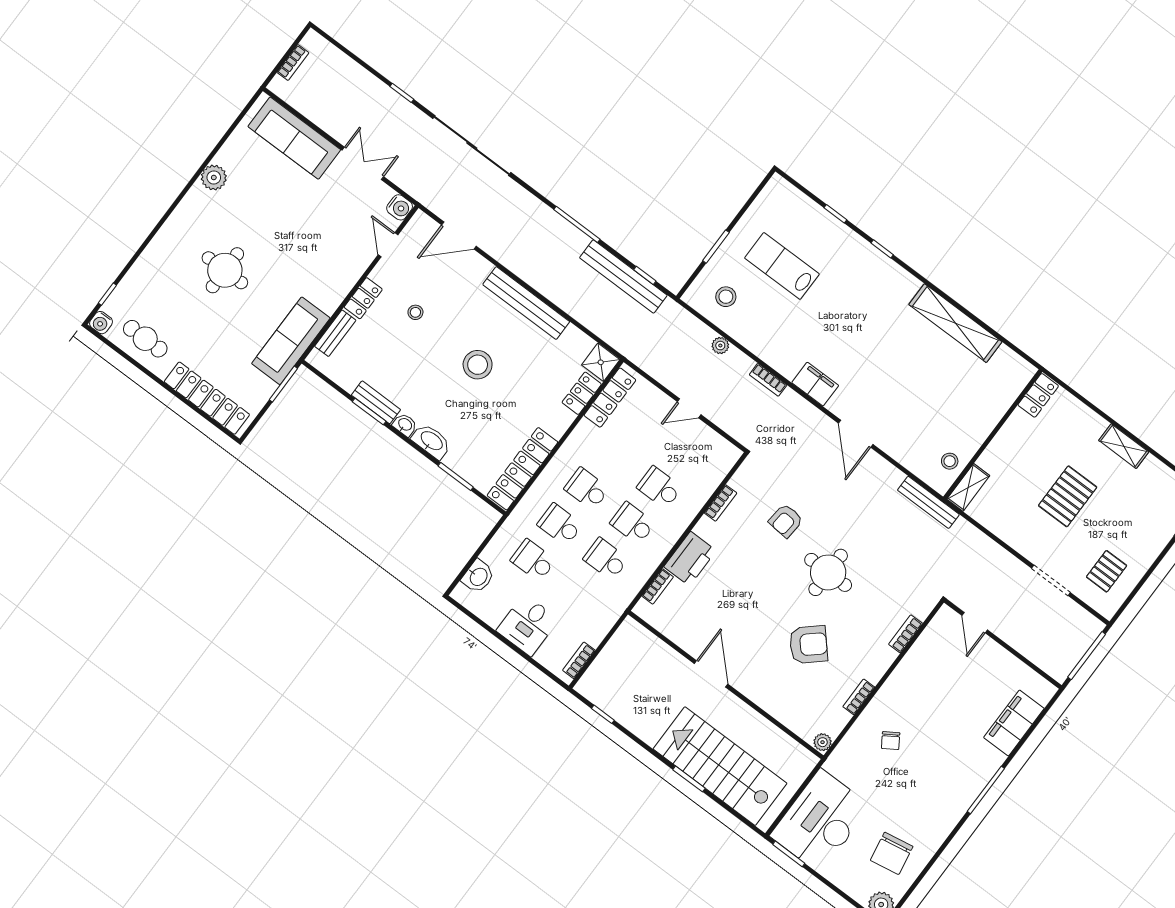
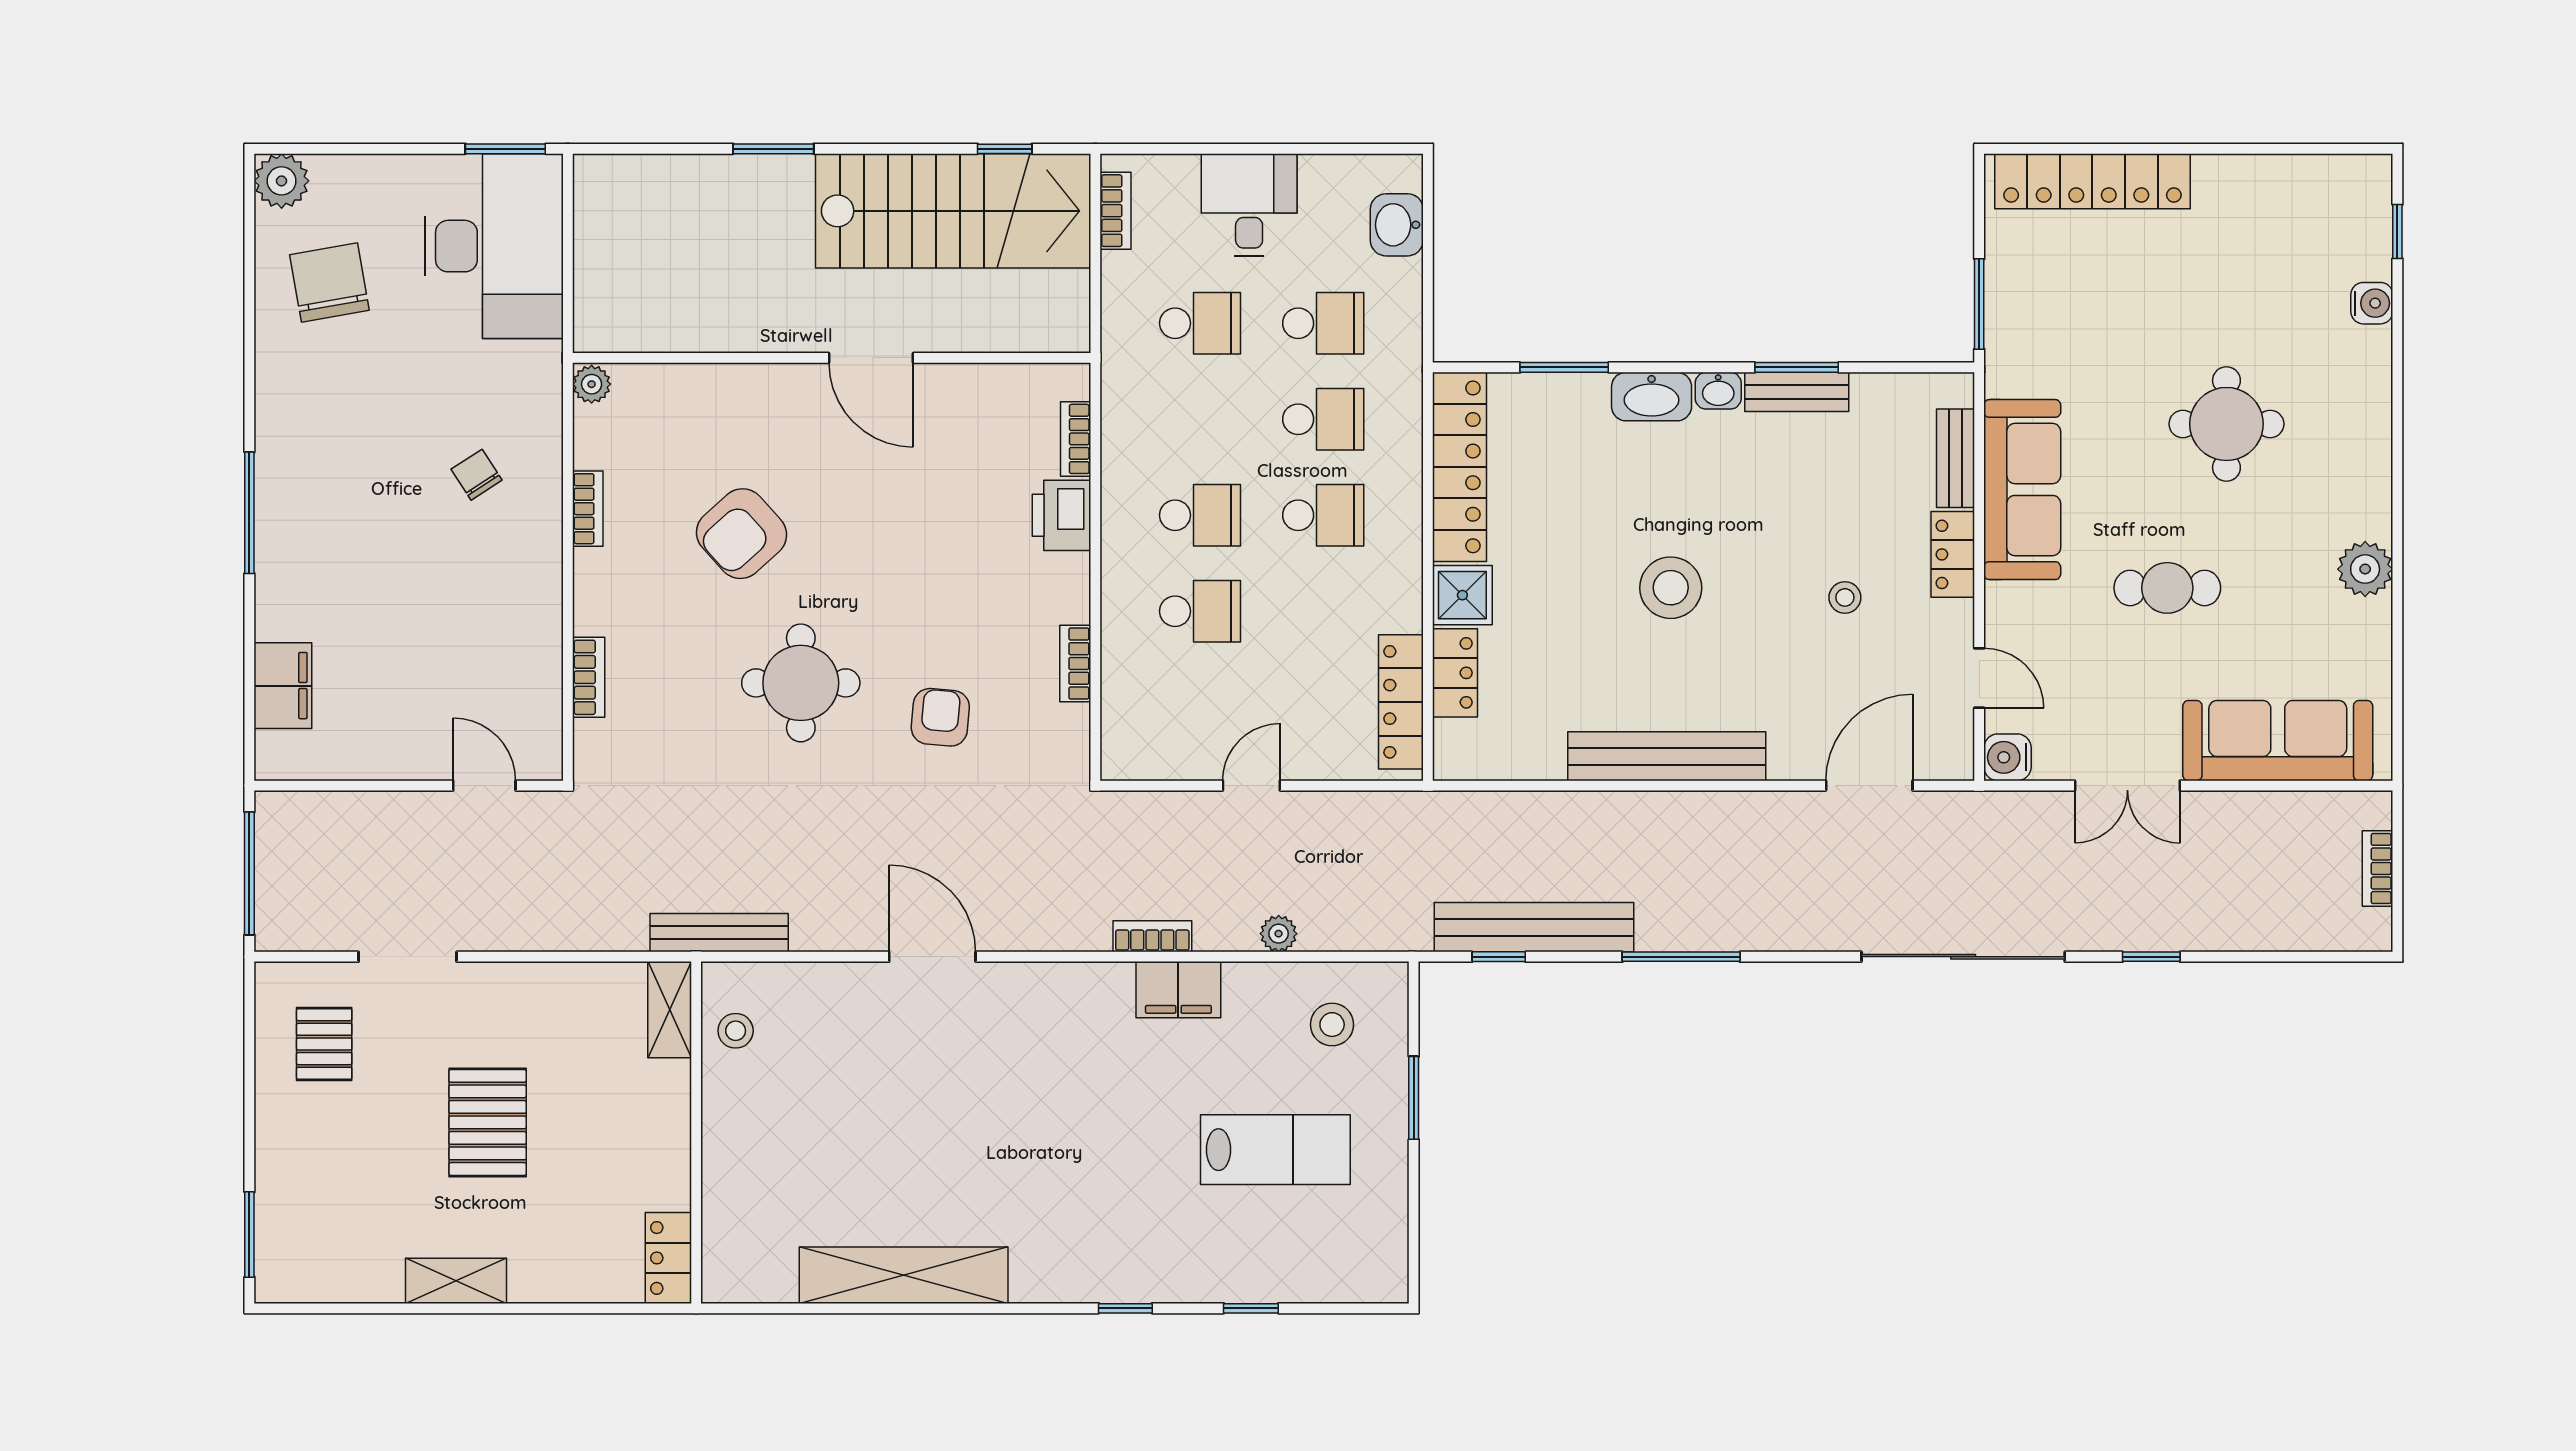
water cooler: (101, 323) -> (2372, 303), moved, turned 90
cafe table: (145, 339) -> (2167, 588), moved
sofa: (291, 341) -> (2022, 490), moved
shower: (601, 362) -> (1462, 595), moved
filing cabinet: (815, 384) -> (1178, 990), moved
school desk: (606, 559) -> (1200, 323), moved
printer: (690, 559) -> (1061, 515), width x0.73, depth x0.84
filing cabinet: (1014, 723) -> (283, 686), width x0.67, depth x0.86
stairs: (720, 766) -> (953, 211), moved

